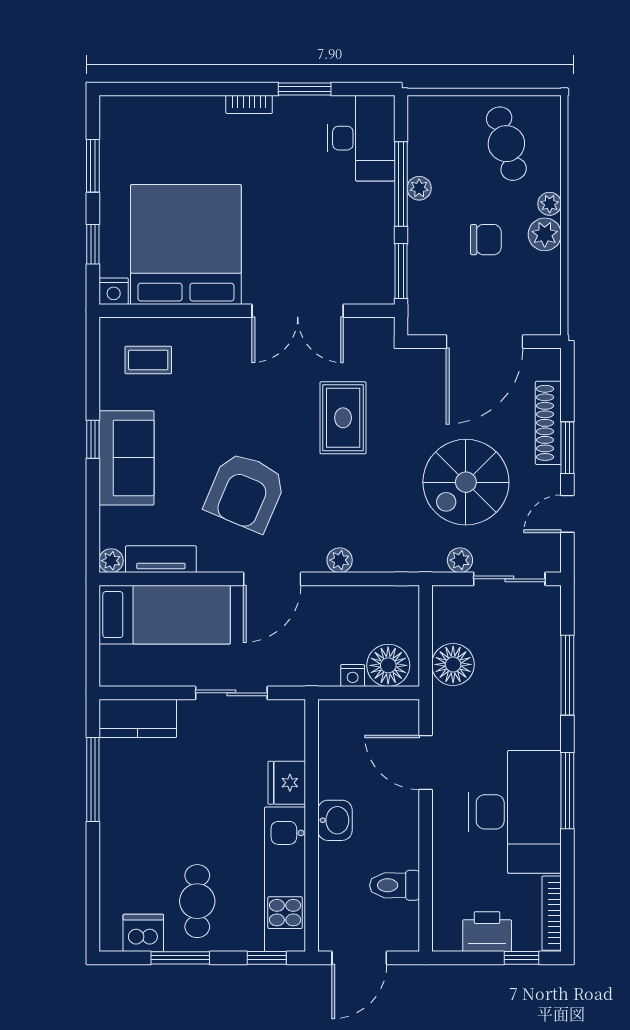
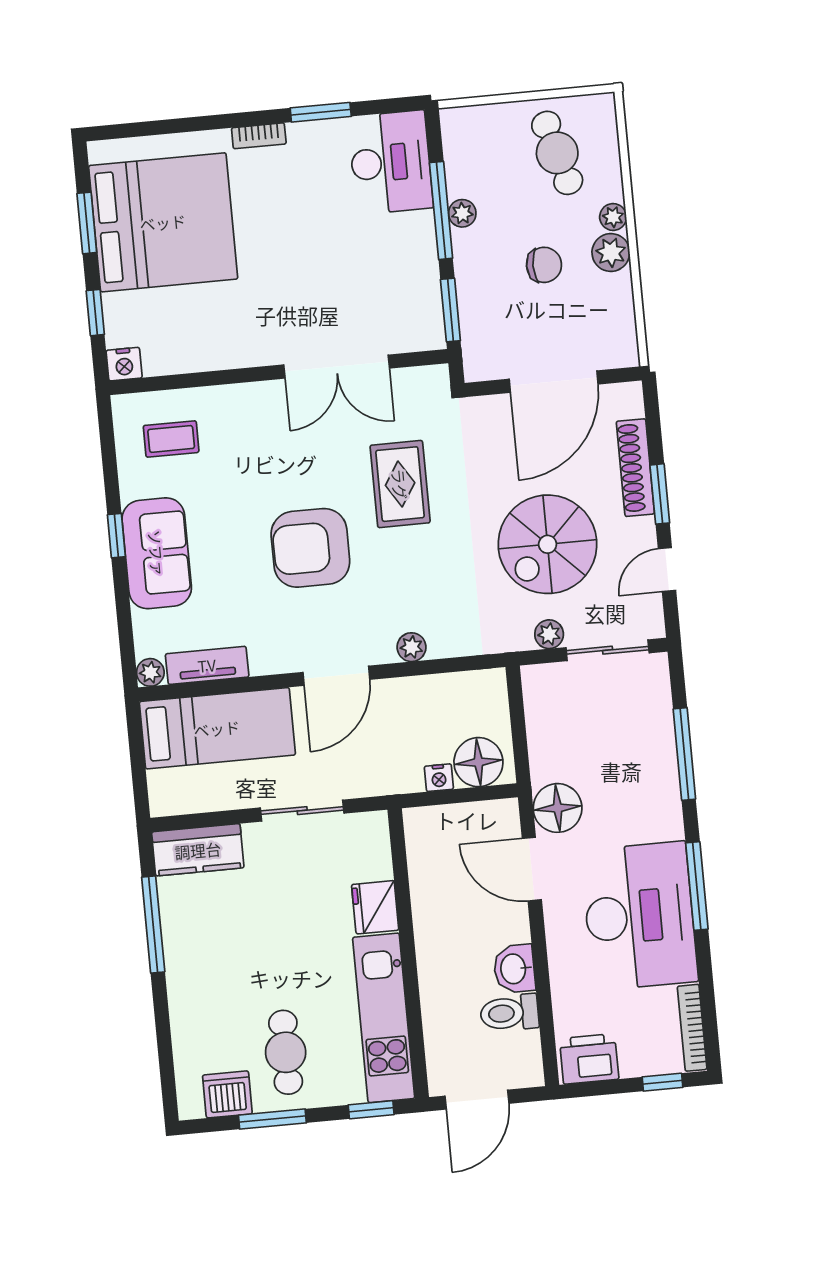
bed: (186, 245) -> (163, 222), moved, turned 90
armchair: (245, 492) -> (310, 548), moved, turned 67
floor lamp: (453, 664) -> (558, 808), moved
washbasin: (335, 820) -> (514, 969), moved, turned 180
printer: (487, 932) -> (589, 1059), moved

